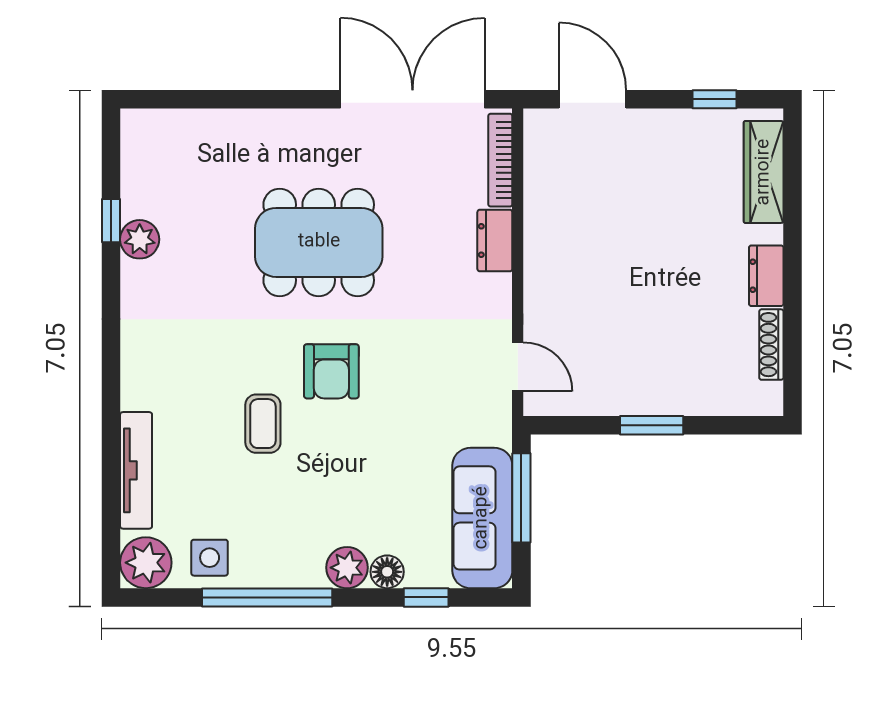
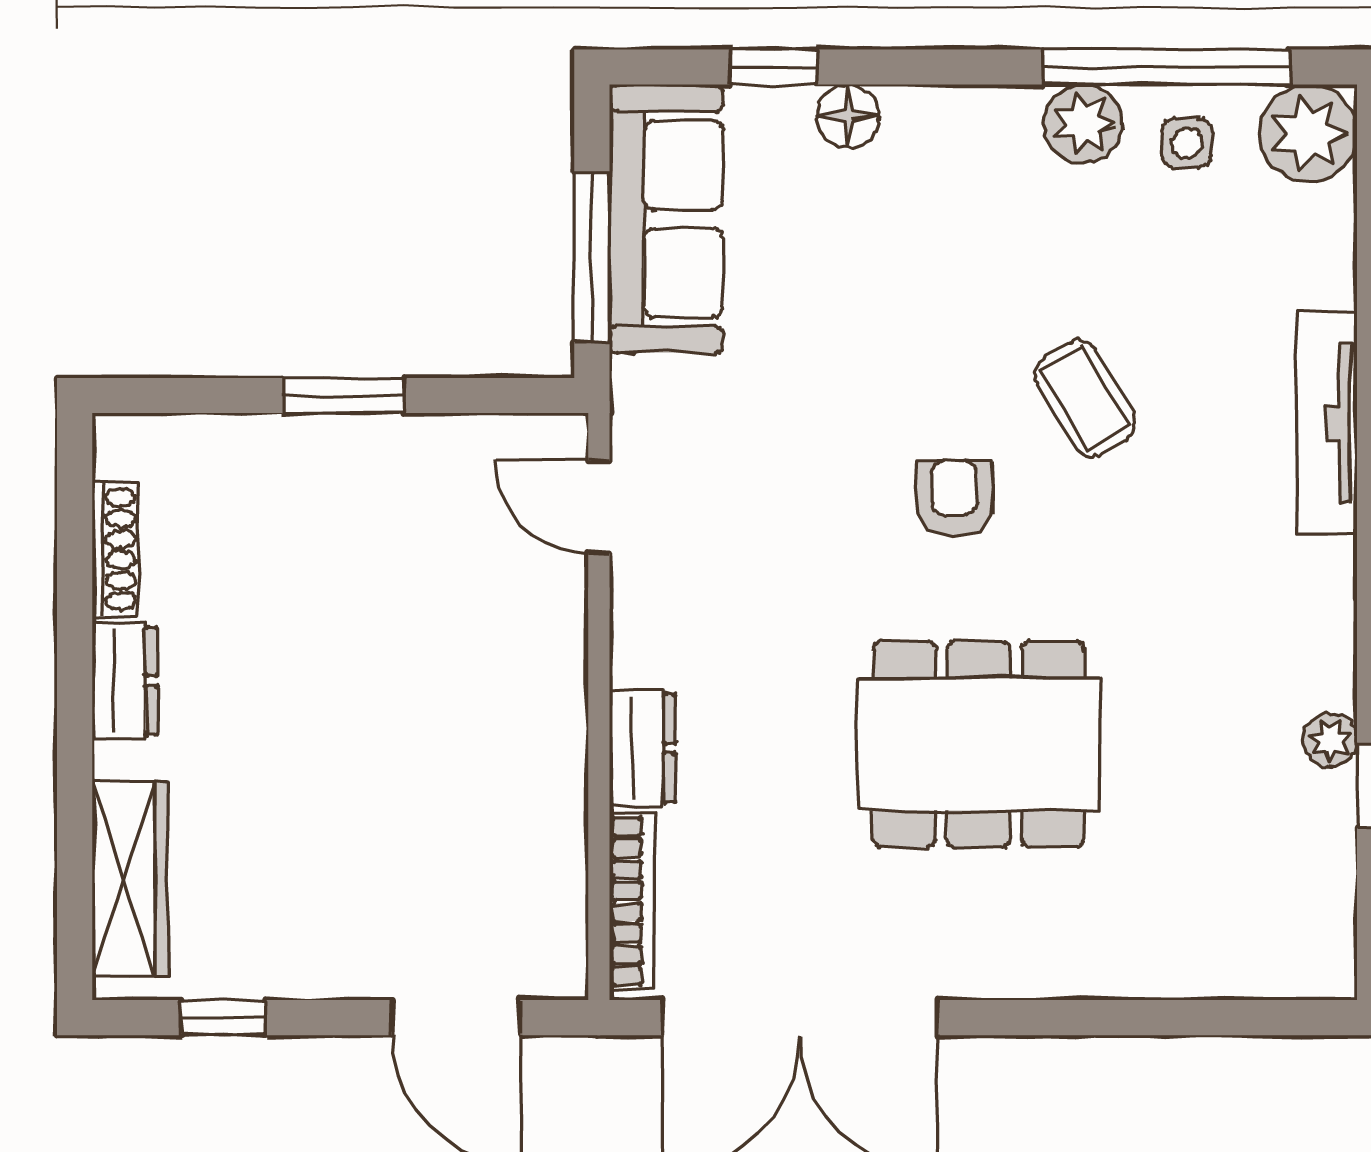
plant: (140, 239) -> (1330, 740), width x0.73, depth x0.73
armchair: (331, 371) -> (954, 498), width x0.72, depth x0.72
coffee table: (263, 424) -> (1085, 399), turned -30
tv unit: (136, 470) -> (1327, 423), moved
side table: (210, 558) -> (1187, 143), width x0.73, depth x0.73
plant: (347, 568) -> (1083, 124), moved
window: (267, 597) -> (1167, 67), moved

